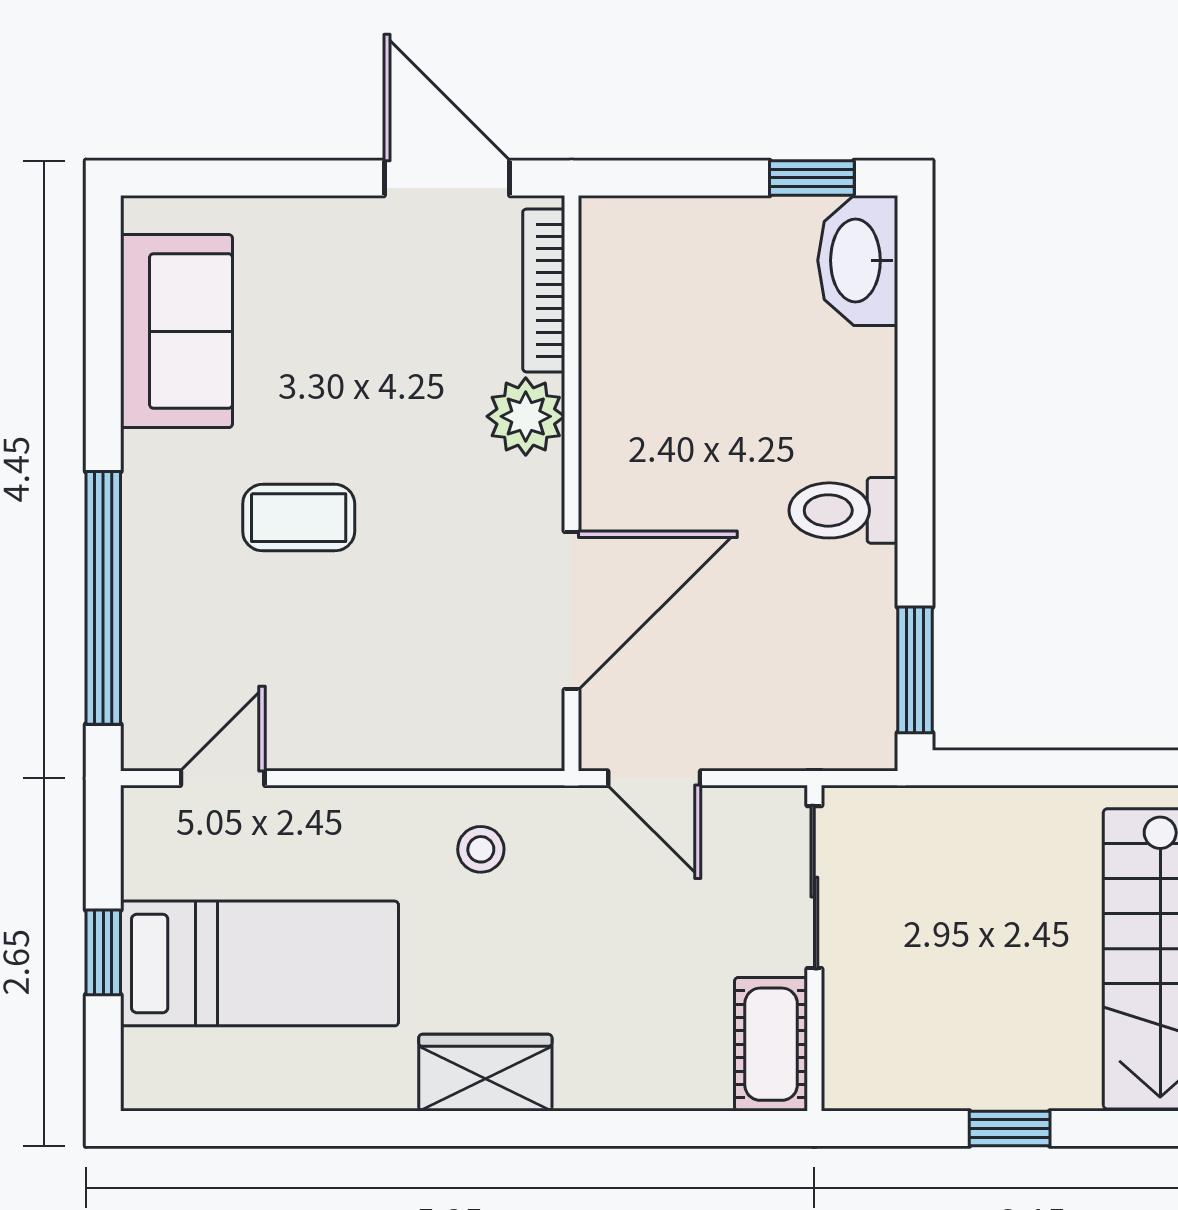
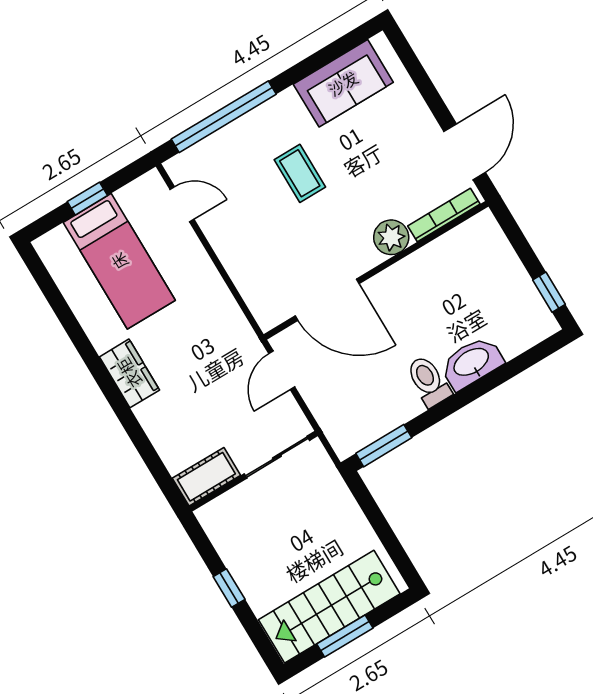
washbasin: (858, 260) -> (472, 363), moved
stool: (481, 849) -> (214, 320), removed

